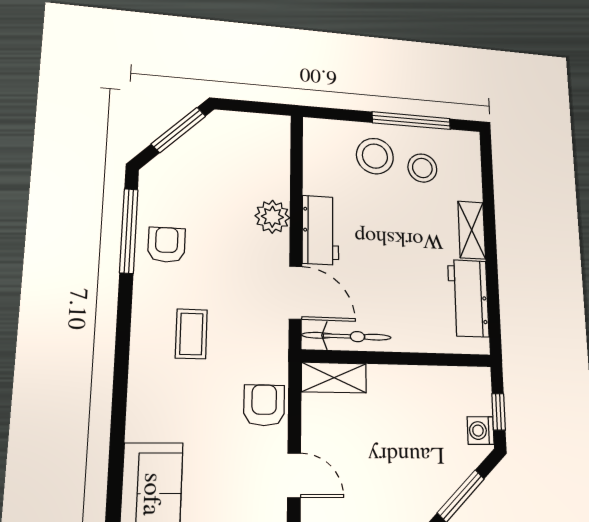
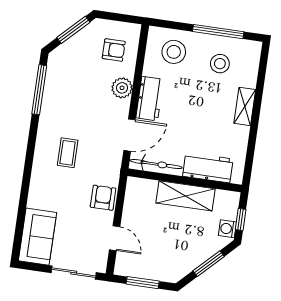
stool: (375, 156) -> (174, 52), moved
armchair: (167, 245) -> (114, 50), moved, turned 90
door: (296, 293) -> (129, 135), hinge flipped
workbench: (468, 298) -> (208, 168), moved, turned 90
shelving: (334, 378) -> (186, 196), moved, width x1.50, depth x1.33

